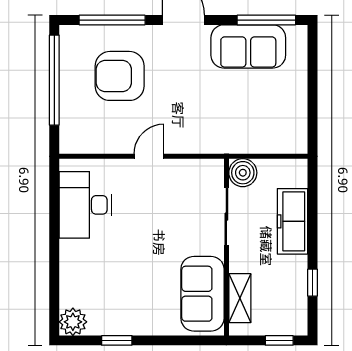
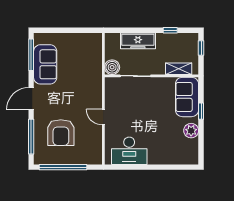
sofa: (202, 294) -> (187, 97), moved, turned 90
plant: (73, 322) -> (191, 131), moved
window: (117, 340) -> (201, 111), moved

